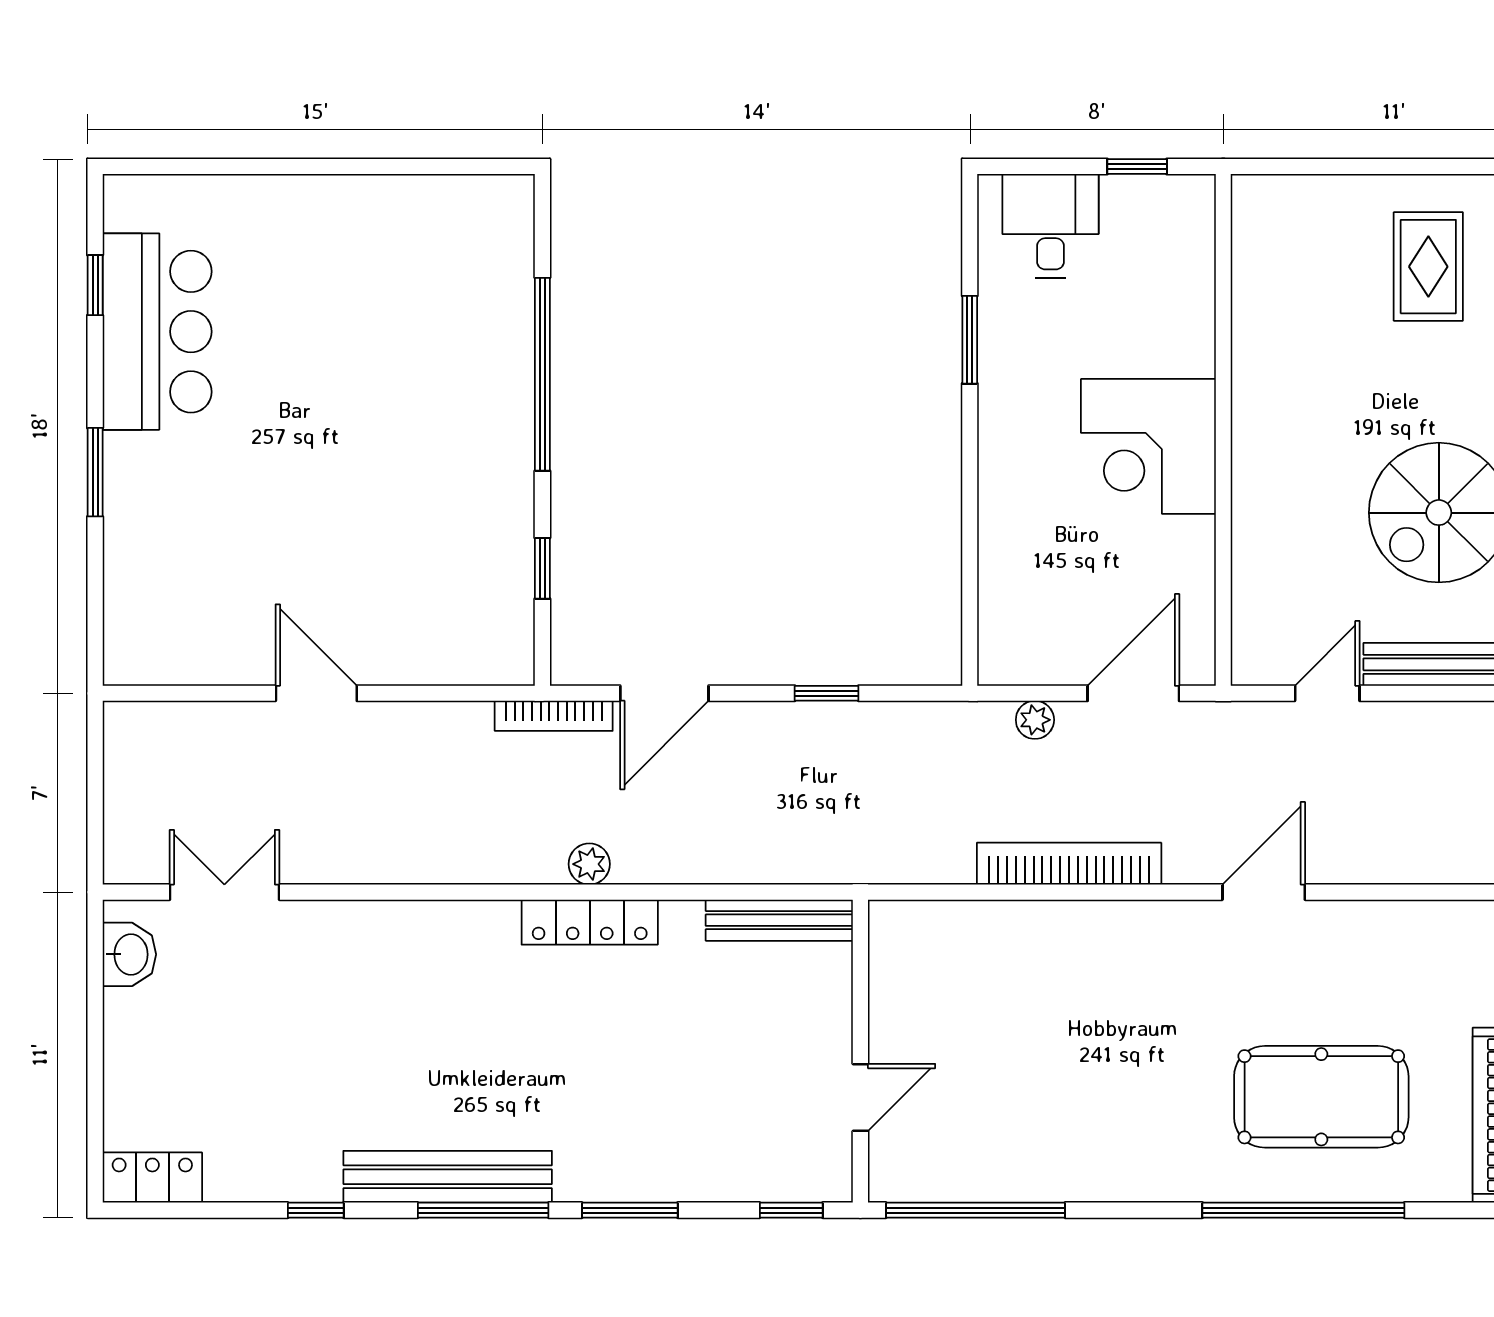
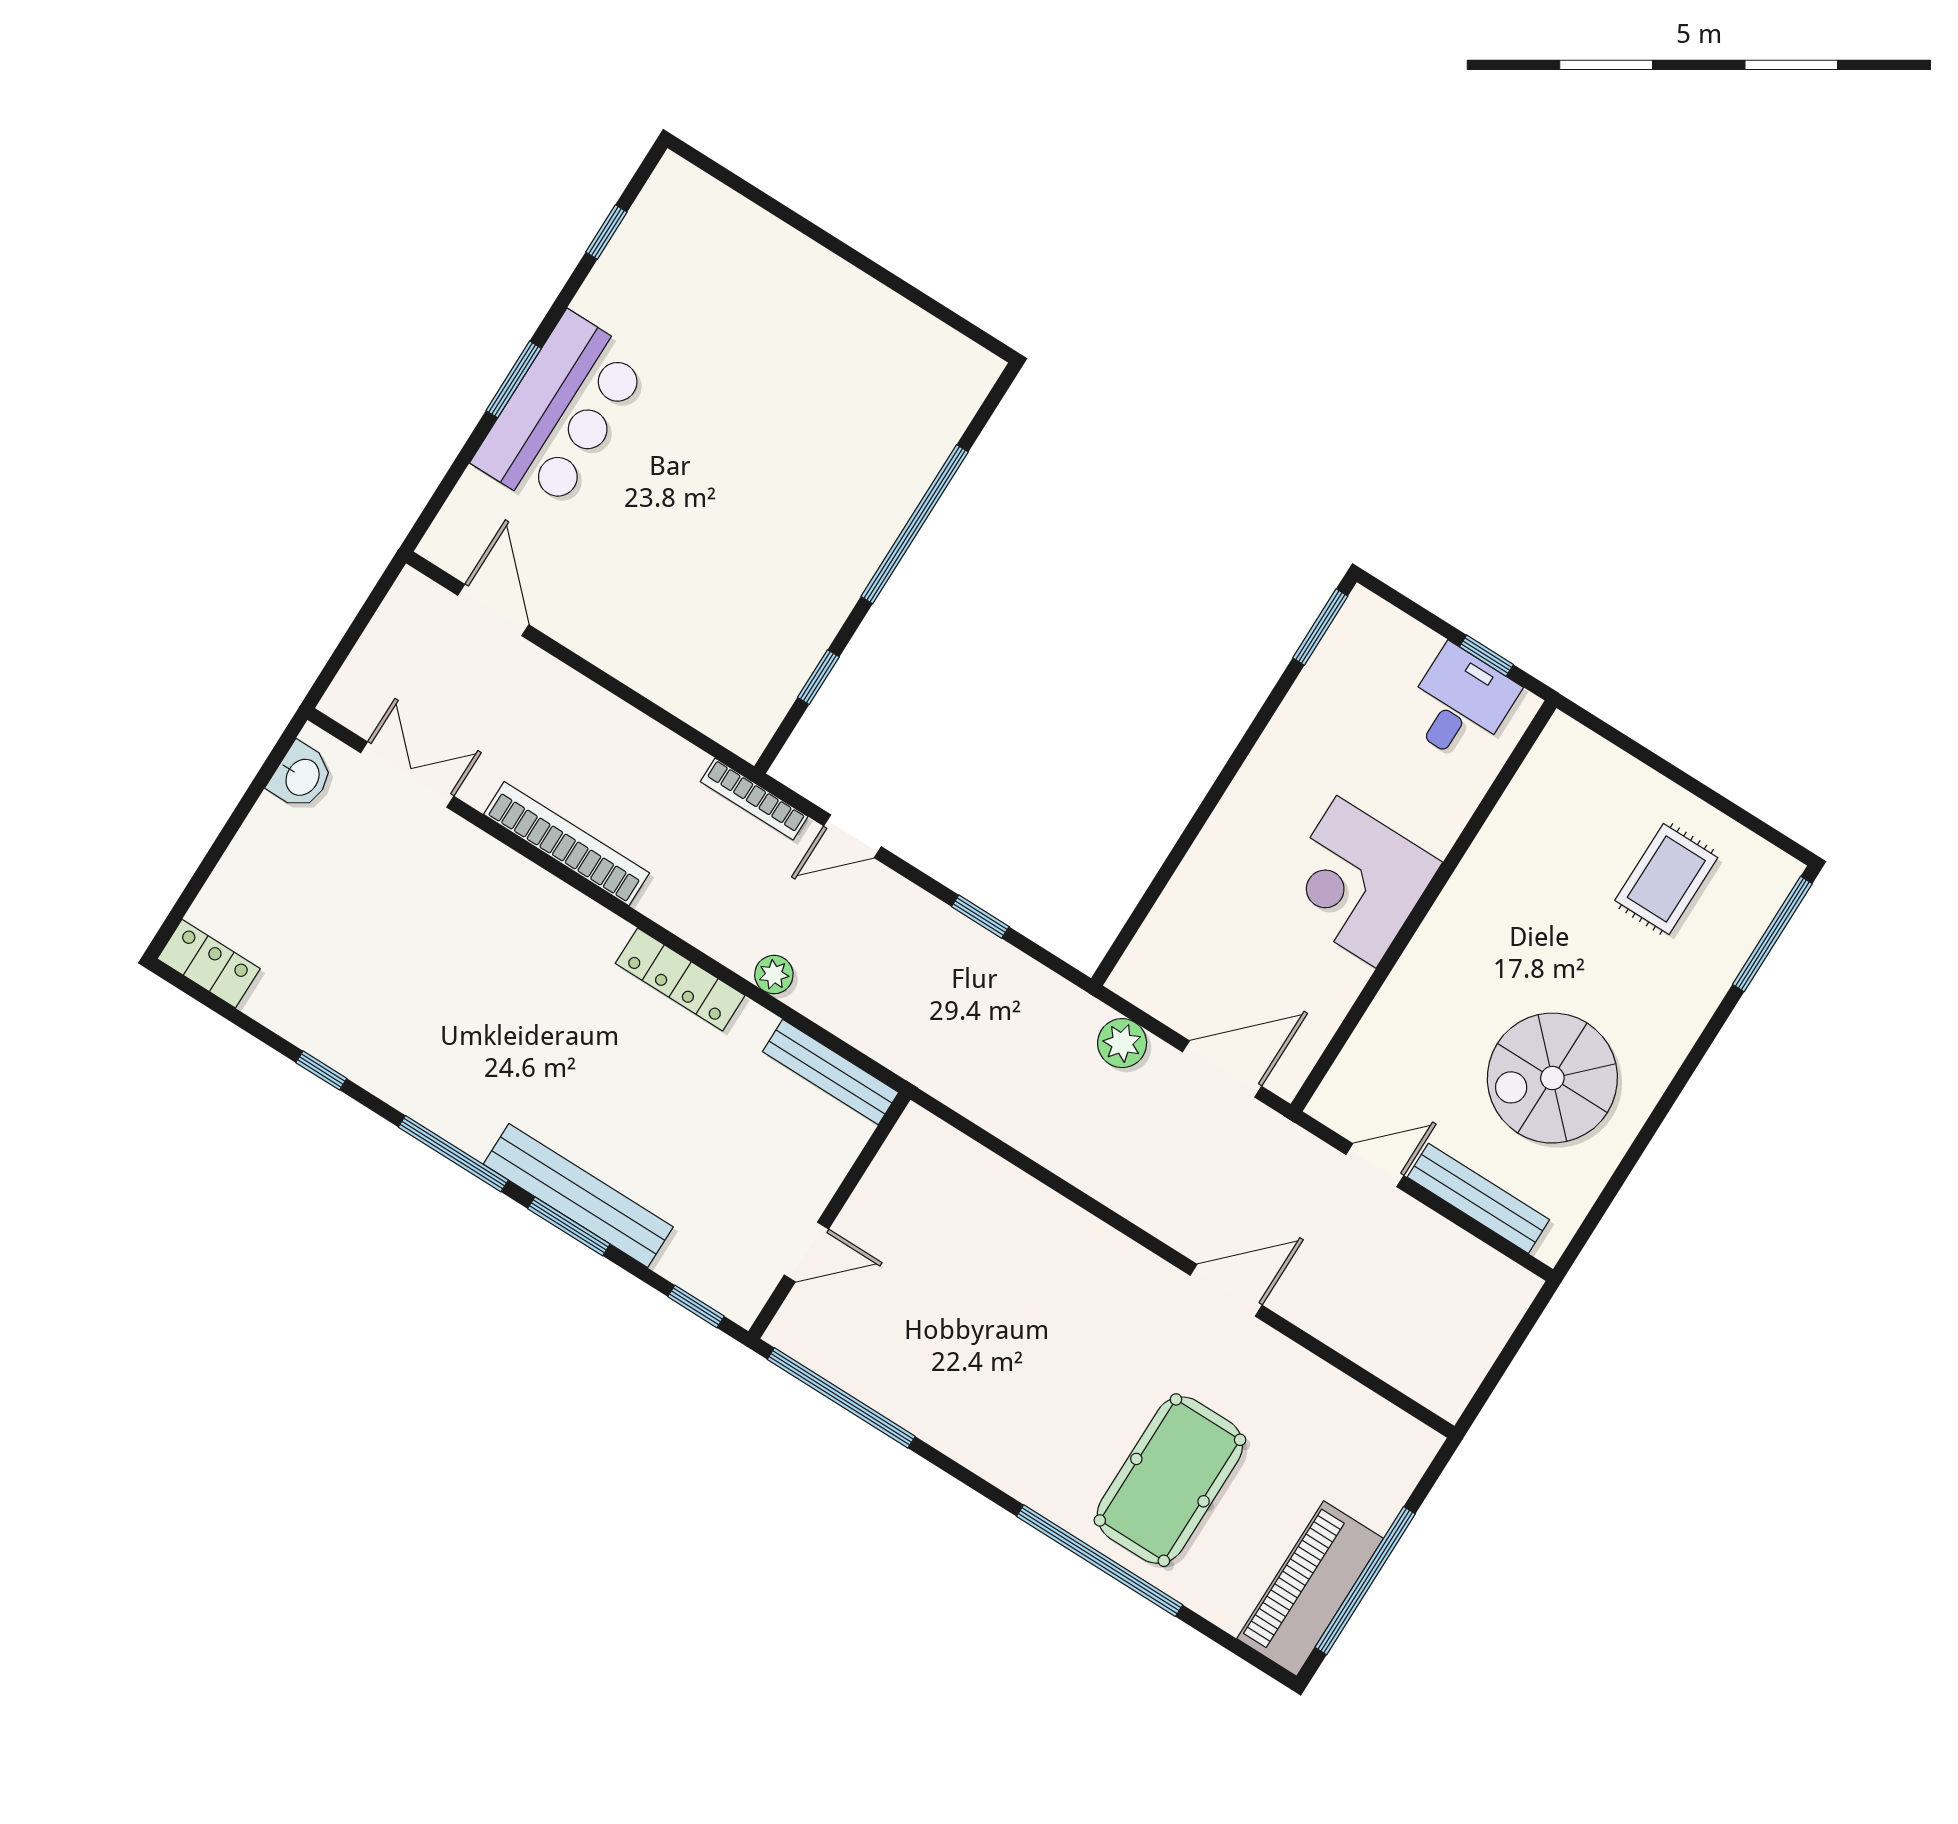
desk: (1050, 226) -> (1460, 704), moved
bar counter: (157, 332) -> (561, 412), moved
window: (970, 340) -> (1320, 627), moved
door: (316, 693) -> (493, 610), moved
door: (664, 693) -> (853, 836), width x0.73
plant: (1035, 720) -> (1122, 1043), width x1.38, depth x1.38
plant: (589, 864) -> (774, 975), moved
bookcase: (1069, 864) -> (566, 844), moved
pool table: (1321, 1097) -> (1170, 1480), turned 90
bench: (448, 1177) -> (578, 1196), moved

